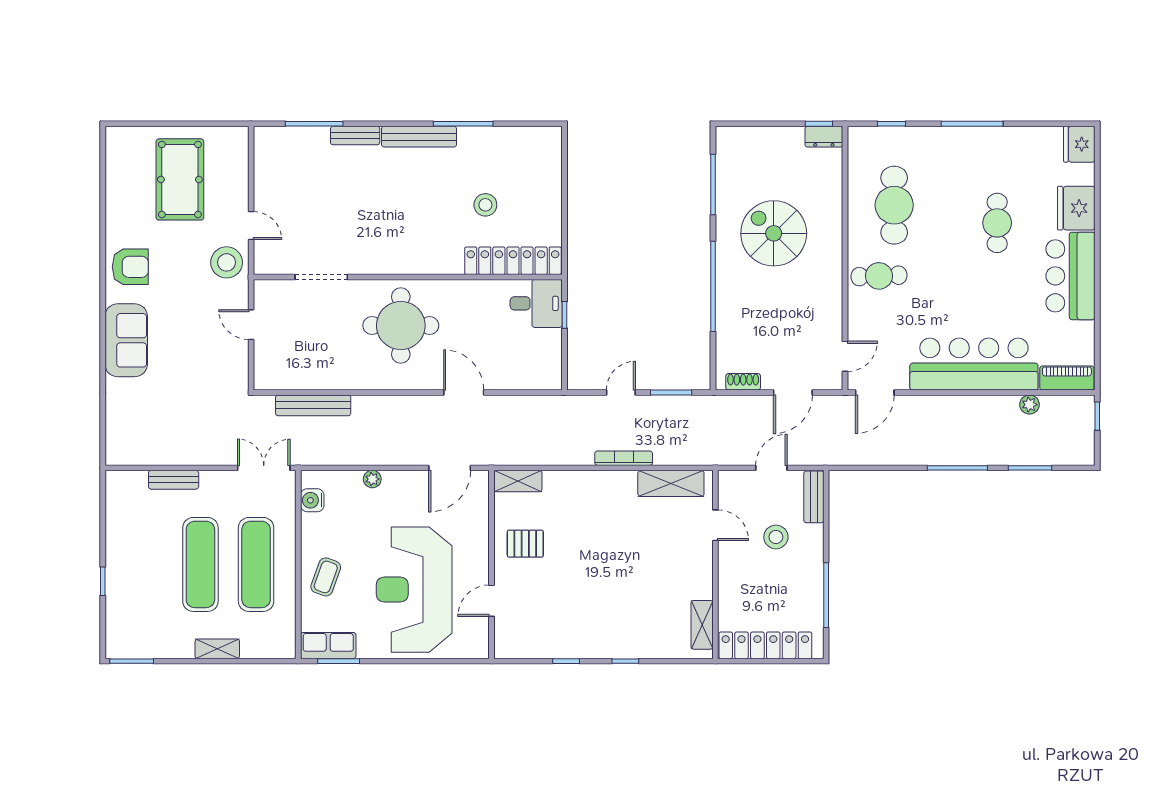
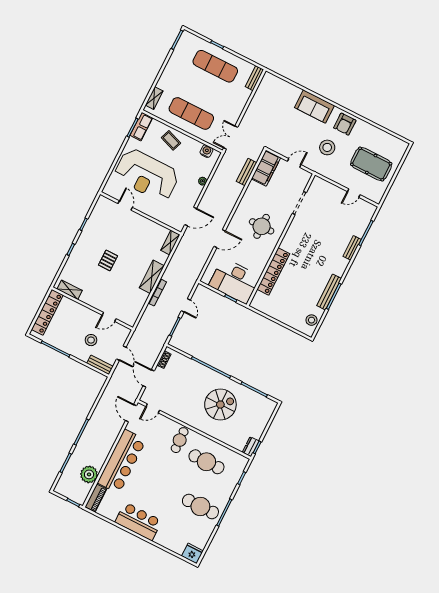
bench: (419, 137) -> (329, 292), moved
stool: (485, 205) -> (312, 320), moved
fridge: (1076, 208) -> (166, 538), removed
cafe table: (997, 223) -> (200, 506), moved, width x1.37, depth x1.35
door: (251, 226) -> (354, 193), moved
locker: (513, 261) -> (273, 271), moved
stool: (227, 262) -> (327, 147), moved
desk: (536, 303) -> (235, 281), width x1.87, depth x1.30
round table: (401, 326) -> (262, 226), width x0.73, depth x0.73
door: (845, 356) -> (153, 408), hinge flipped
filing cabinet: (288, 372) -> (266, 168), added
bench: (313, 405) -> (247, 172), width x0.73
plant: (1030, 405) -> (89, 474), width x1.88, depth x1.88
double door: (264, 468) -> (231, 138), swing flipped
door: (450, 468) -> (191, 216), swing flipped
bench: (174, 480) -> (254, 78), moved
shelving: (671, 483) -> (152, 277), moved
pallet: (525, 544) -> (108, 260), moved
exercise mat: (200, 564) -> (215, 66), moved
reception desk: (414, 590) -> (147, 175), turned 180
shelving: (217, 649) -> (154, 98), moved

